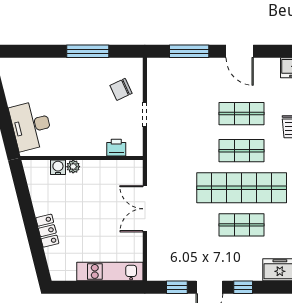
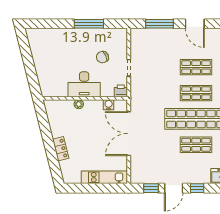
chair: (121, 89) -> (102, 57), moved
desk: (31, 126) -> (84, 84), moved, turned -76
printer: (116, 148) -> (121, 91), moved
water cooler: (58, 167) -> (109, 105), moved
double door: (145, 209) -> (129, 134), width x1.36

